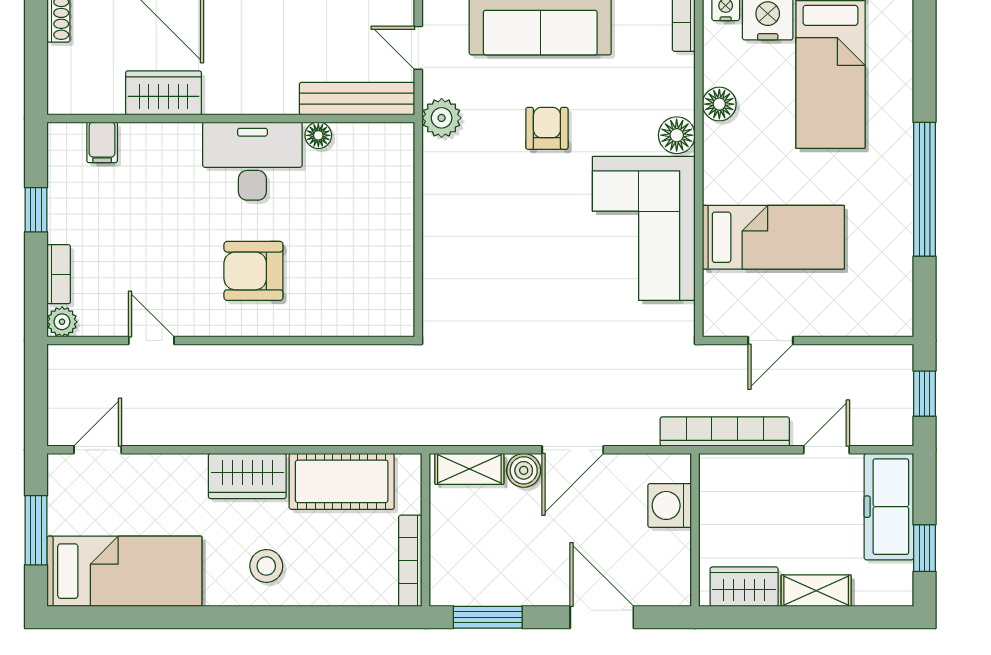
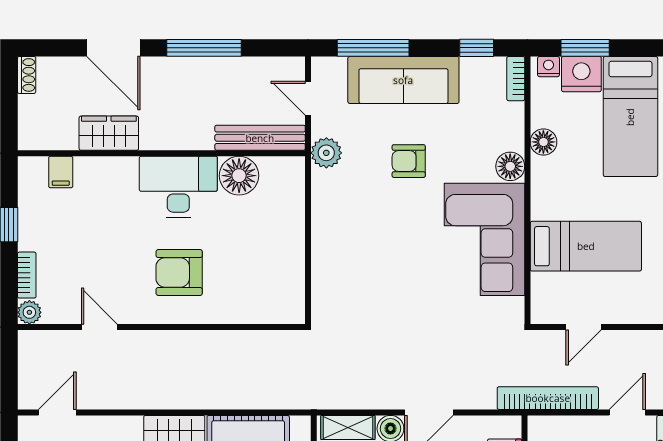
armchair: (547, 128) -> (409, 161), turned -90
floor lamp: (318, 135) -> (239, 176), width x1.89, depth x1.89

